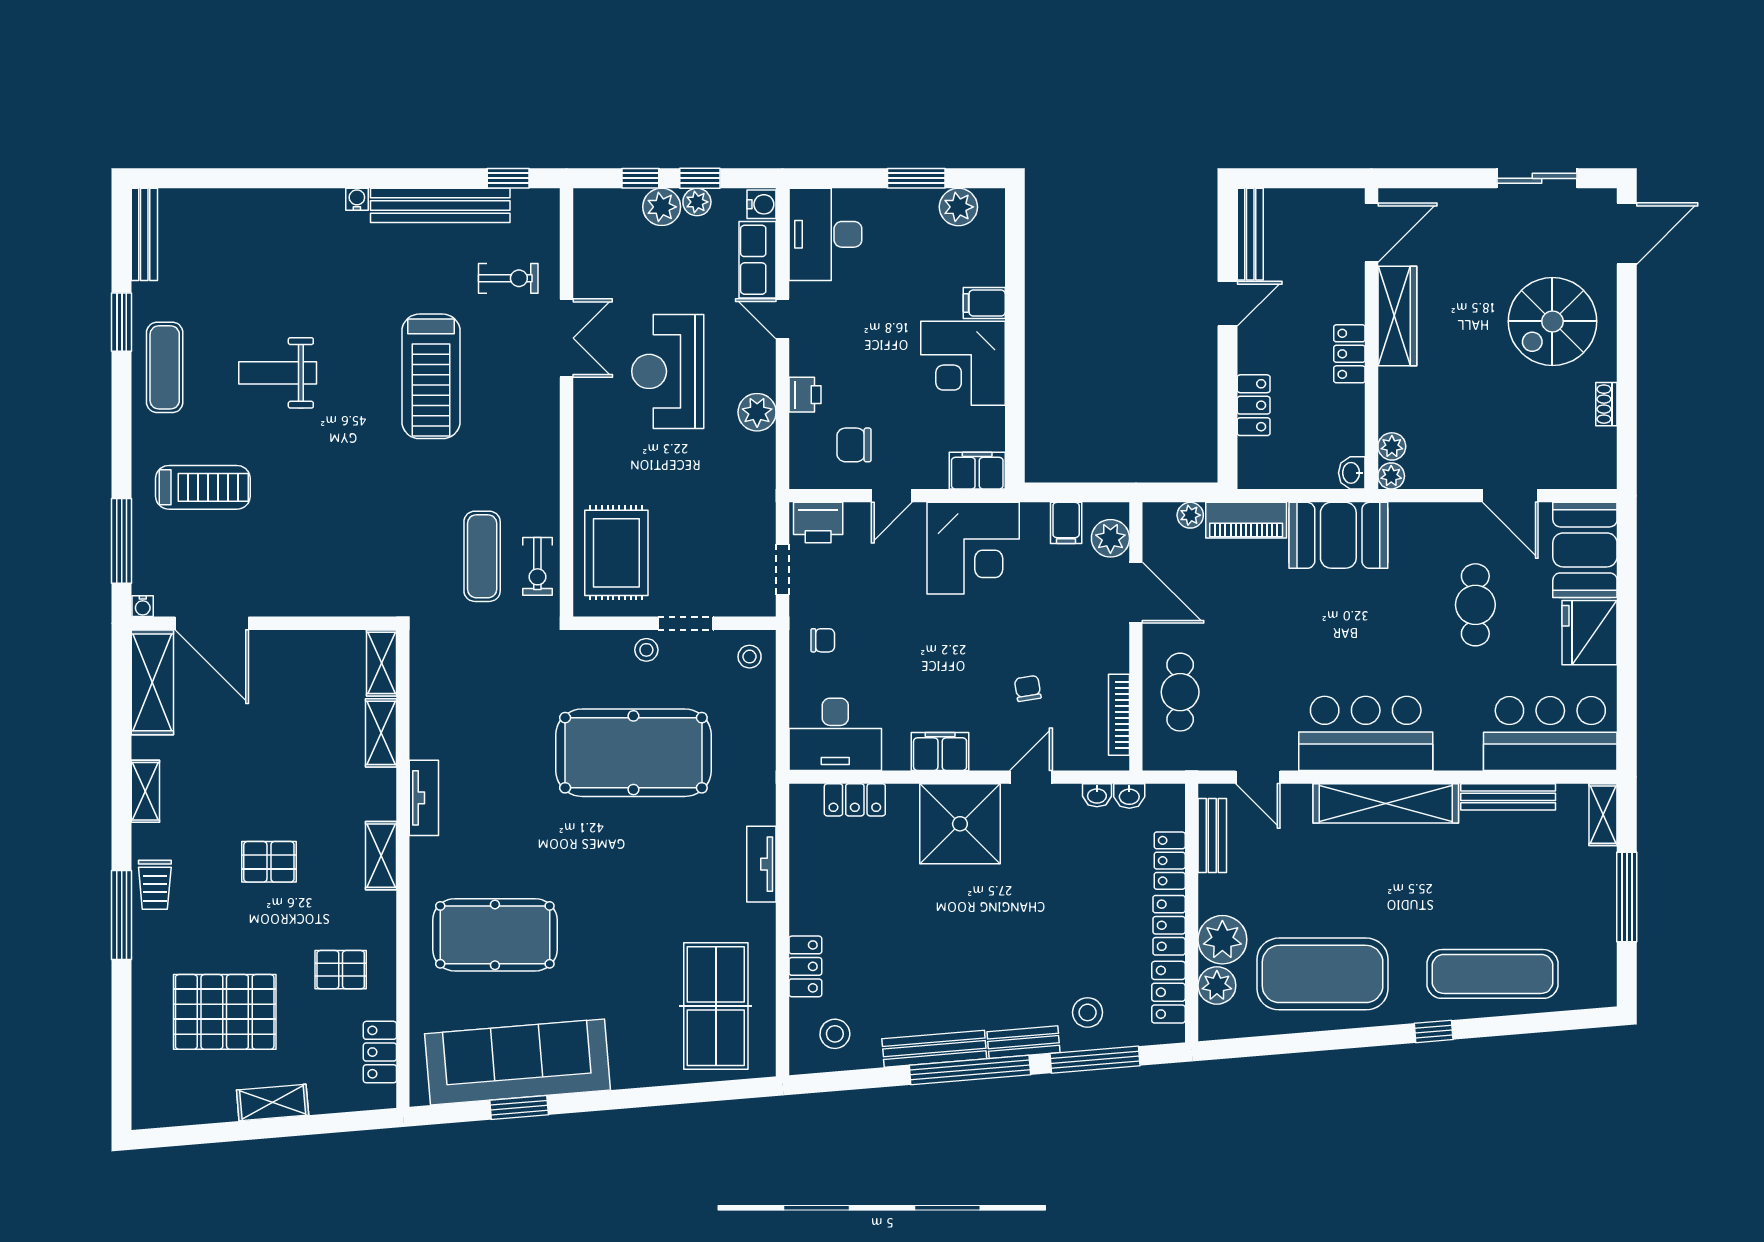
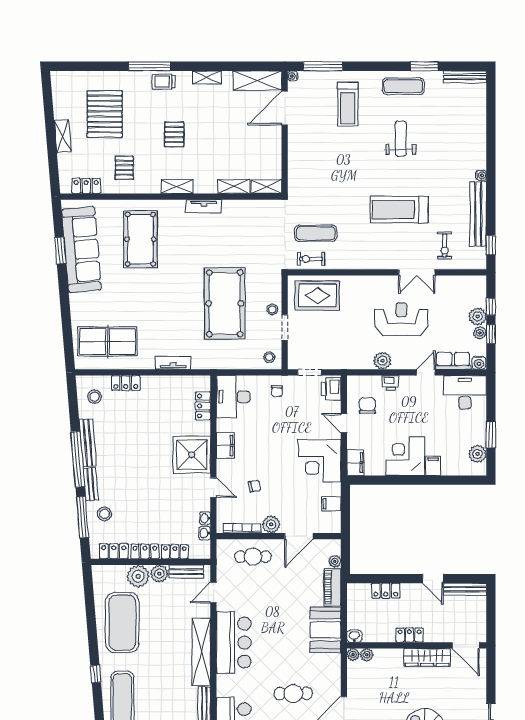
plant: (1110, 538) -> (271, 524), moved
plant: (1217, 985) -> (159, 574), moved

